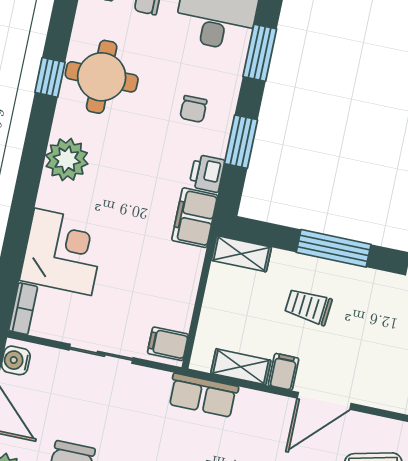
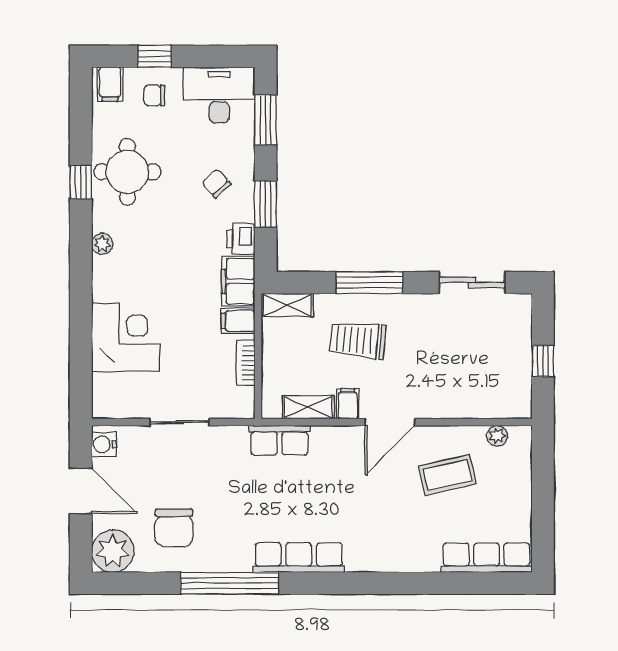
chair: (193, 109) -> (216, 183), turned 138
plant: (67, 160) -> (102, 244), width x0.53, depth x0.53
trolley: (308, 307) -> (358, 340), width x1.36, depth x1.39
bookcase: (23, 309) -> (246, 363), moved, turned 180
filing cabinet: (168, 344) -> (238, 321), moved

